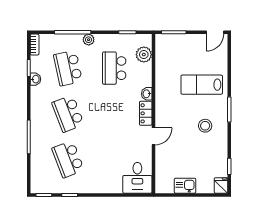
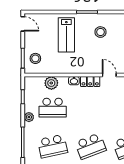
plant: (89, 40) -> (29, 117), moved
stool: (173, 47) -> (35, 58), added
plant: (144, 55) -> (51, 83), moved

